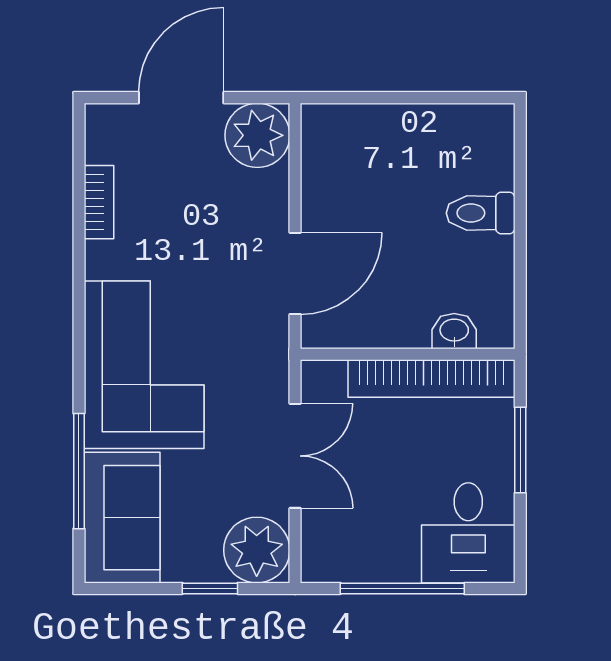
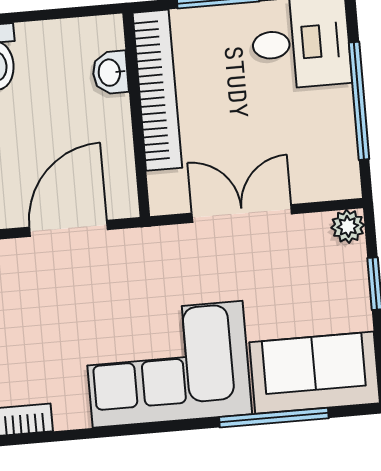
door: (295, 273) -> (69, 228), hinge flipped
plant: (257, 550) -> (348, 226), width x0.53, depth x0.53

